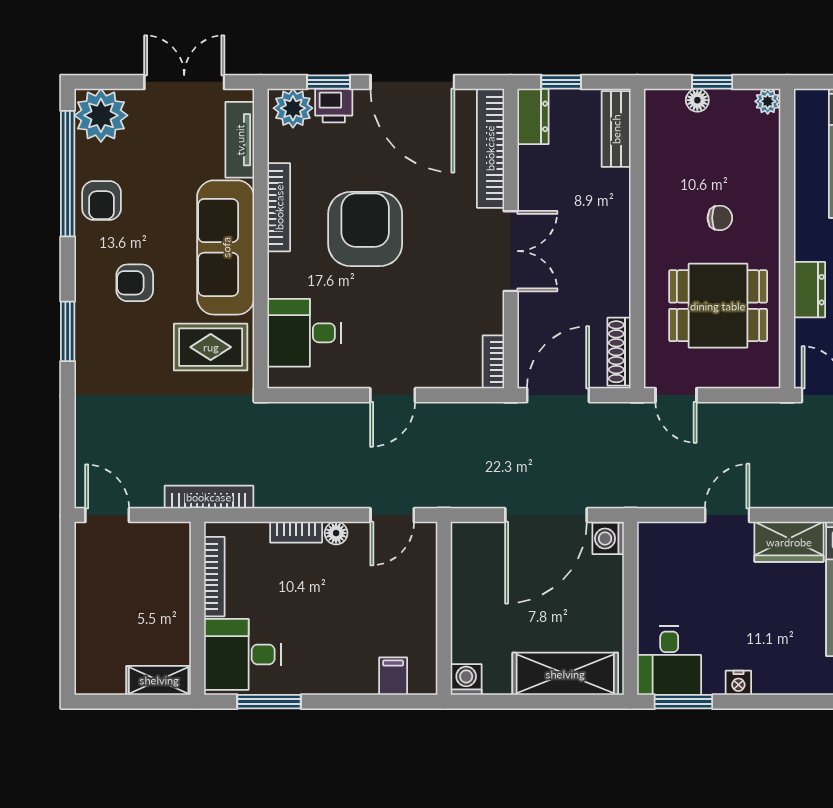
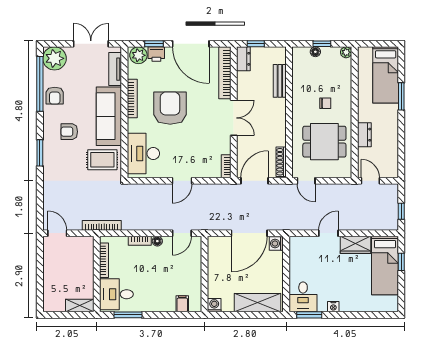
bench: (616, 129) -> (280, 81), moved
desk: (304, 333) -> (143, 153), width x1.37

